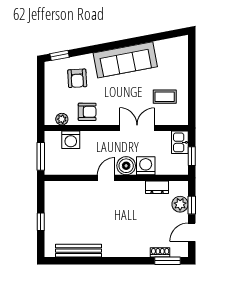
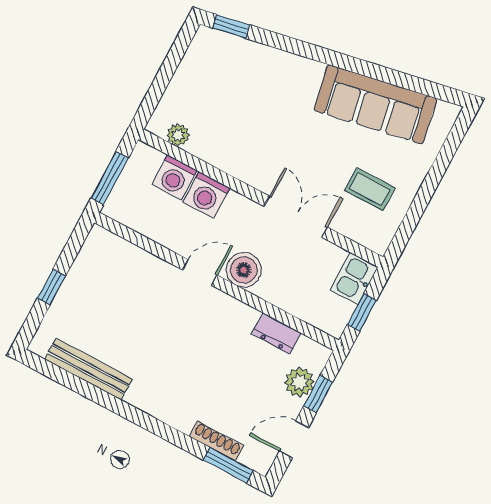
sofa: (125, 60) -> (375, 104), moved
armchair: (77, 78) -> (240, 80), removed
armchair: (87, 112) -> (227, 145), removed
washing machine: (146, 166) -> (206, 195), moved, turned 180
shoe rack: (160, 252) -> (216, 441), width x1.43

